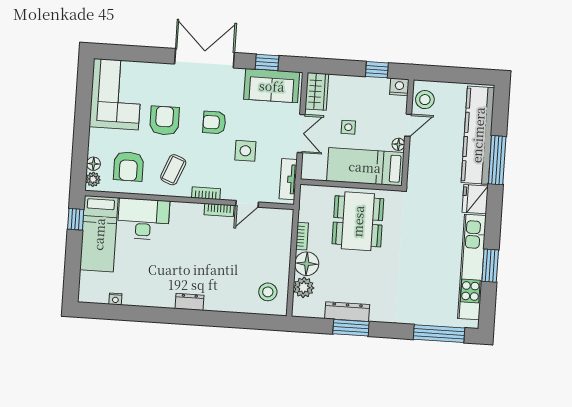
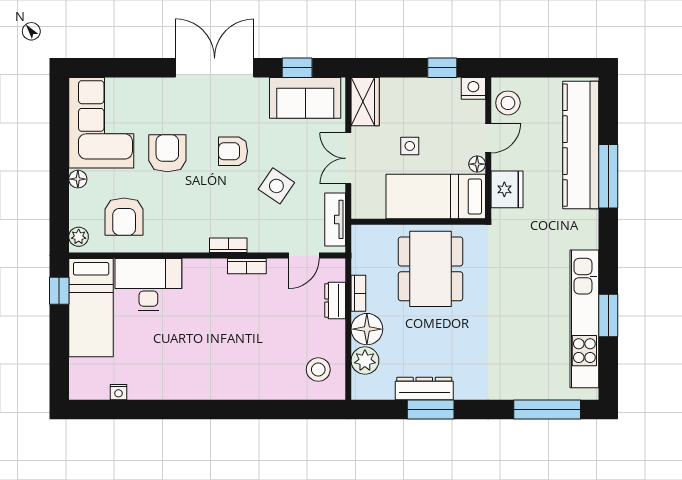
double door: (301, 134) -> (348, 158), swing flipped
side table: (245, 151) -> (276, 186), turned 34
floor lamp: (93, 164) -> (78, 179), moved
coffee table: (173, 170) -> (183, 217), removed
fridge: (475, 199) -> (507, 189), moved, turned 180
door: (247, 204) -> (304, 255), moved
dresser: (189, 302) -> (335, 300), moved, turned -90

